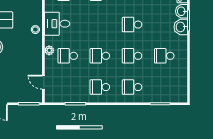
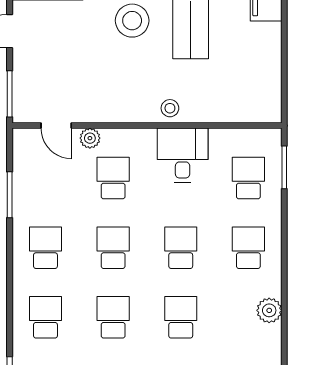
school desk: (100, 25) -> (181, 248), added
plant: (49, 50) -> (90, 138), moved
door: (43, 82) -> (56, 126), swing flipped

